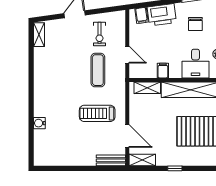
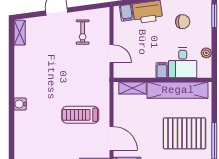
chair: (195, 24) -> (183, 22), turned -90
exercise mat: (98, 70) -> (81, 70), removed
filing cabinet: (163, 71) -> (162, 70), moved
water cooler: (39, 123) -> (20, 104), moved

